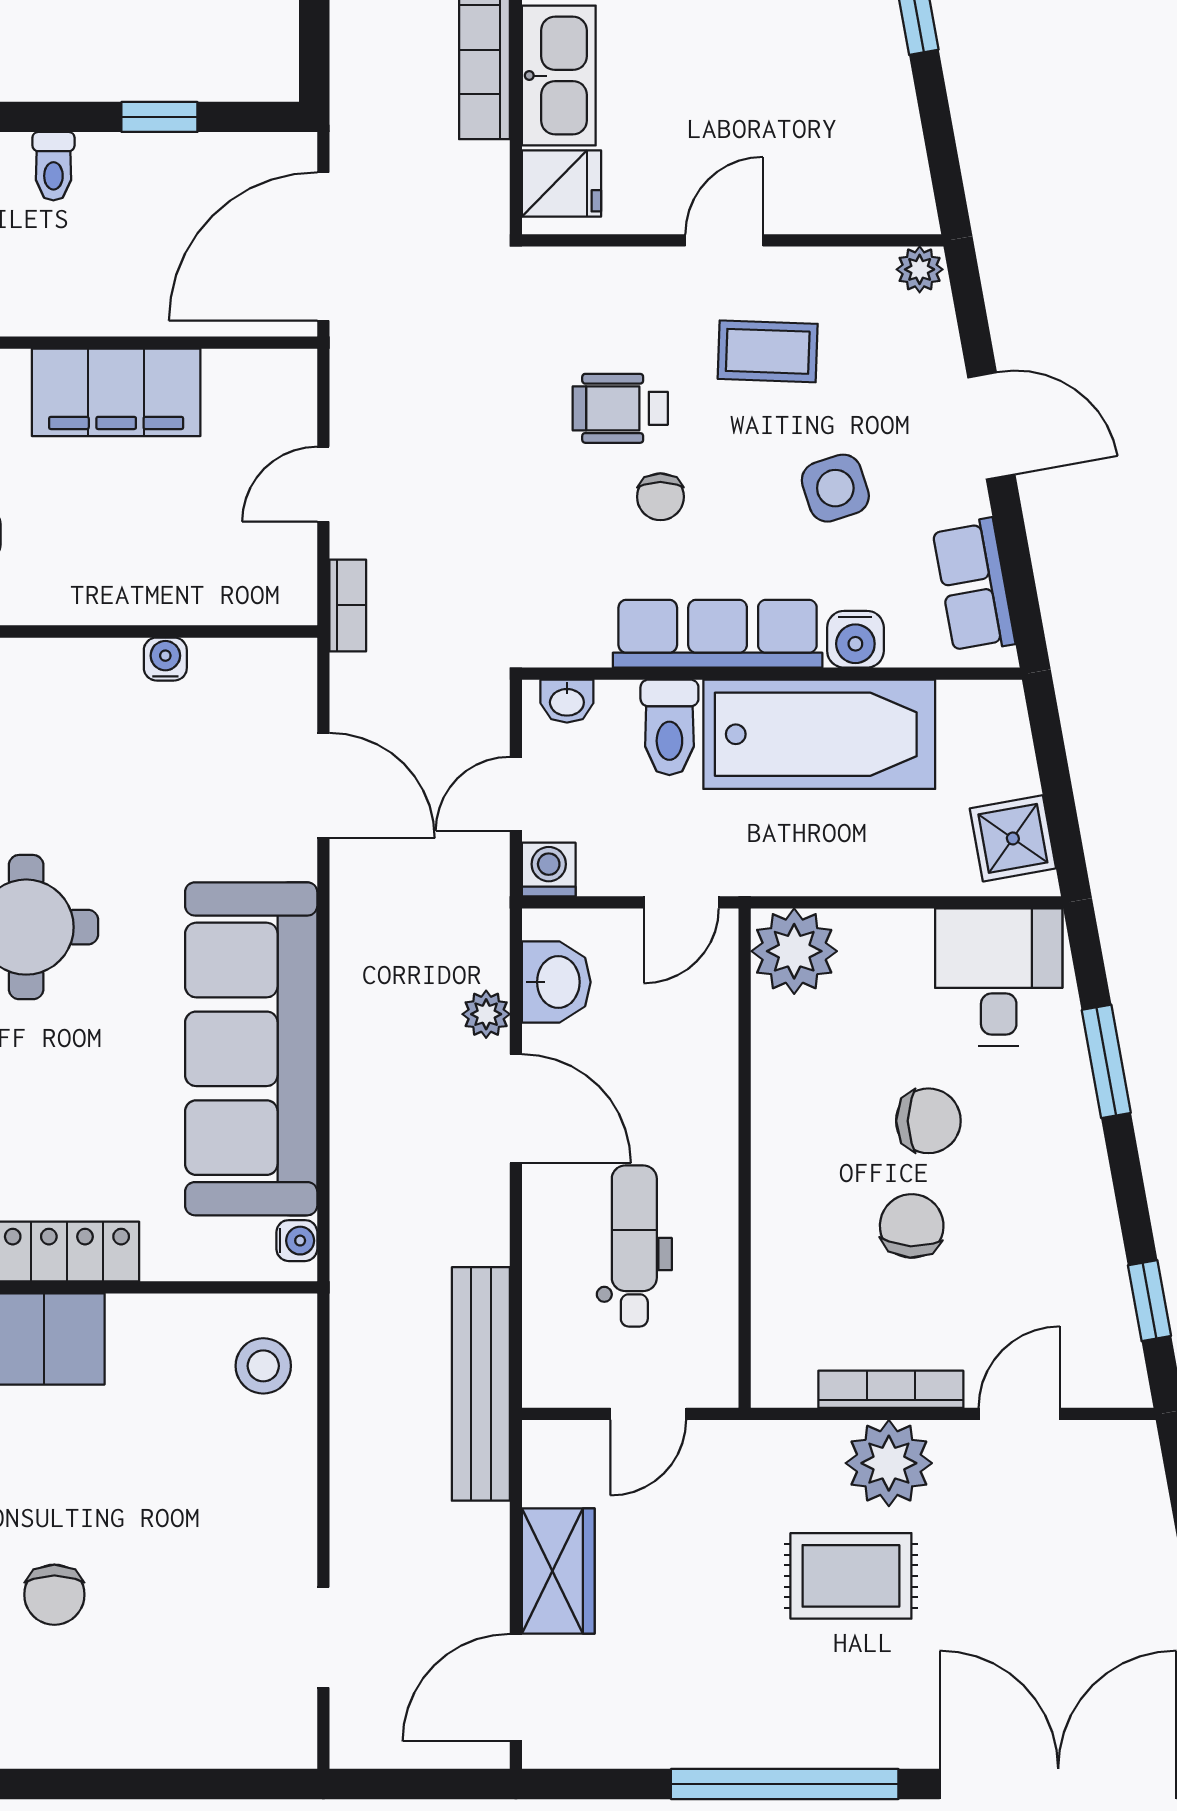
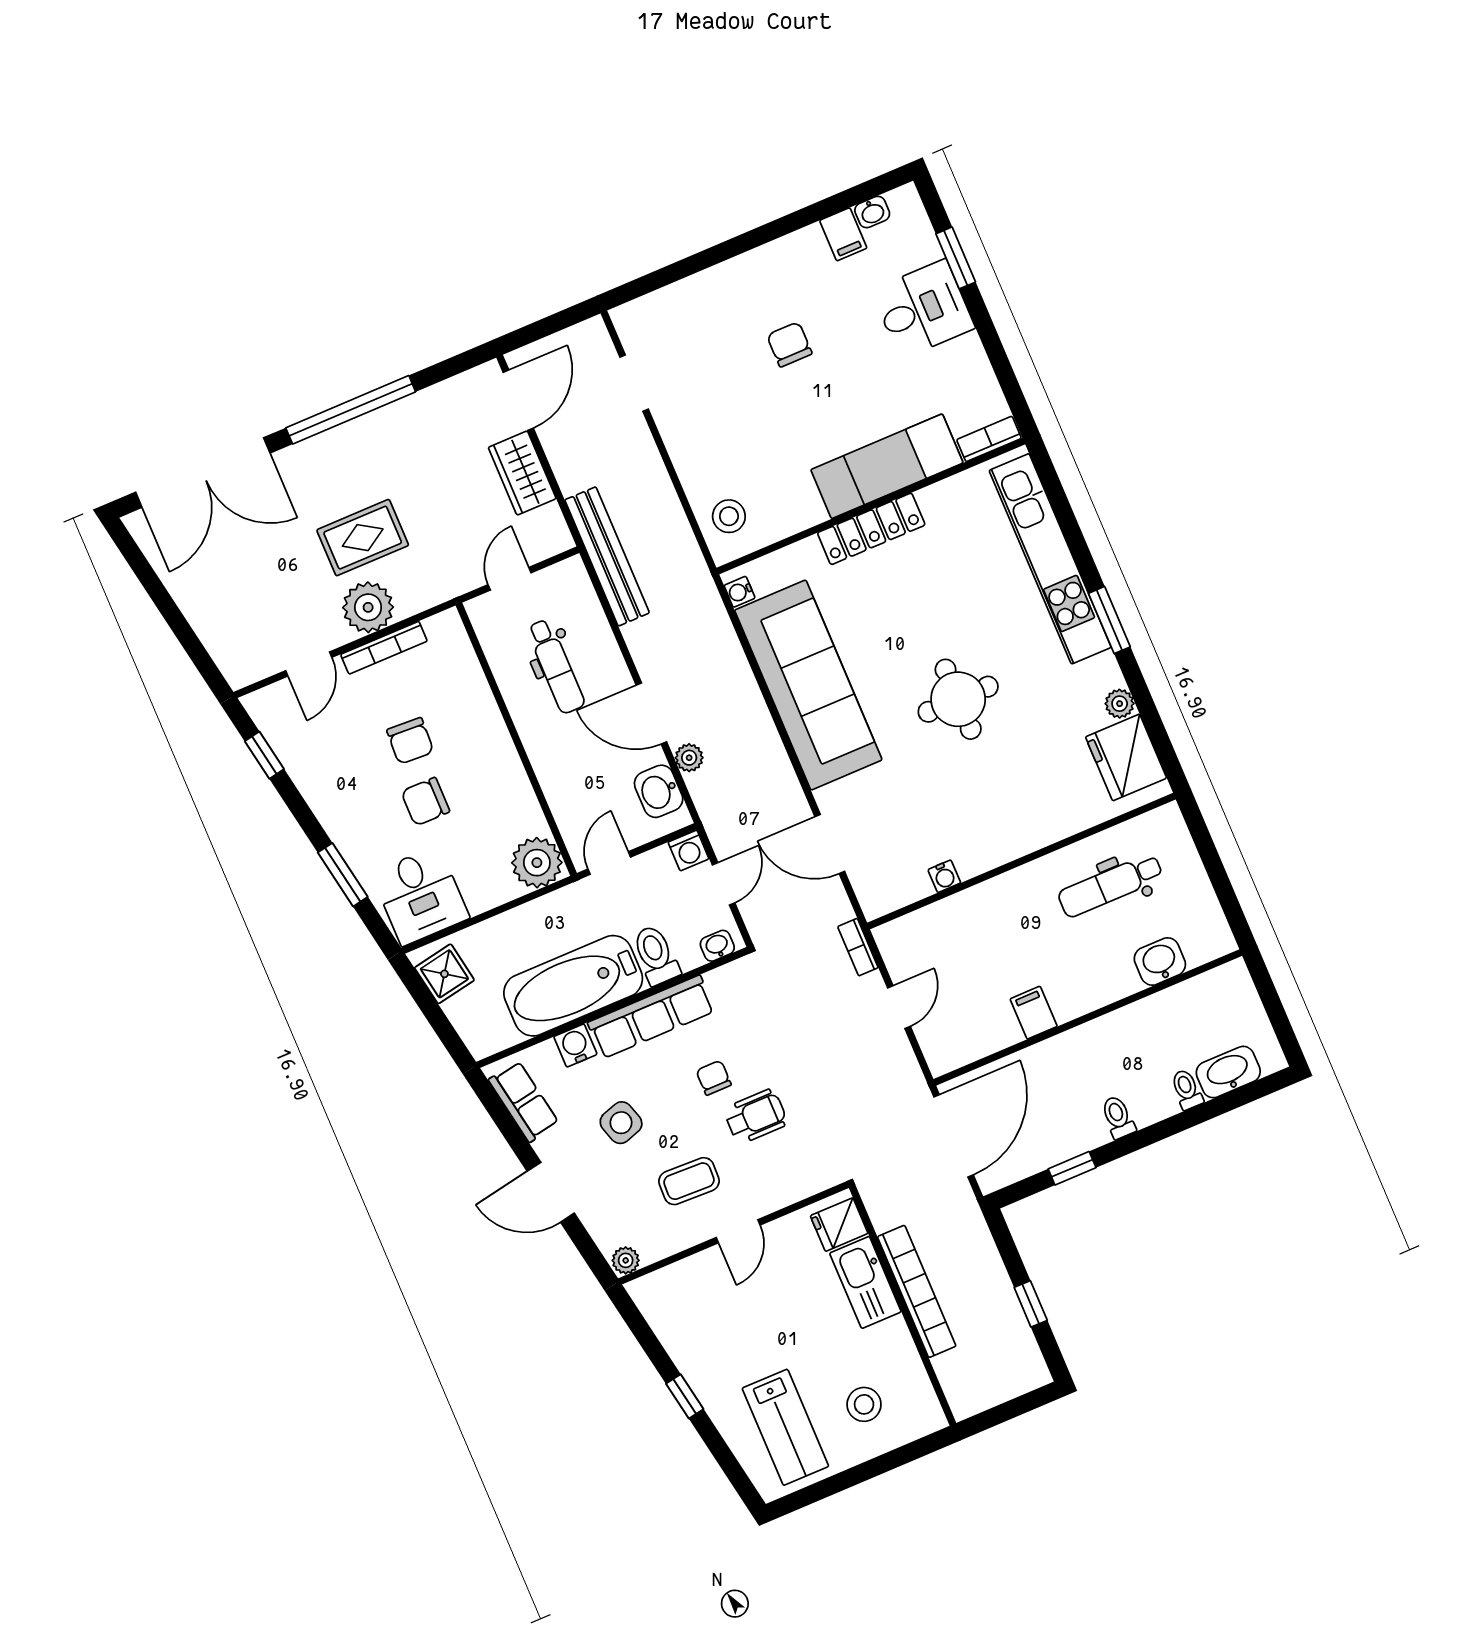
filing cabinet: (116, 392) -> (1034, 1013), width x0.33, depth x0.86

